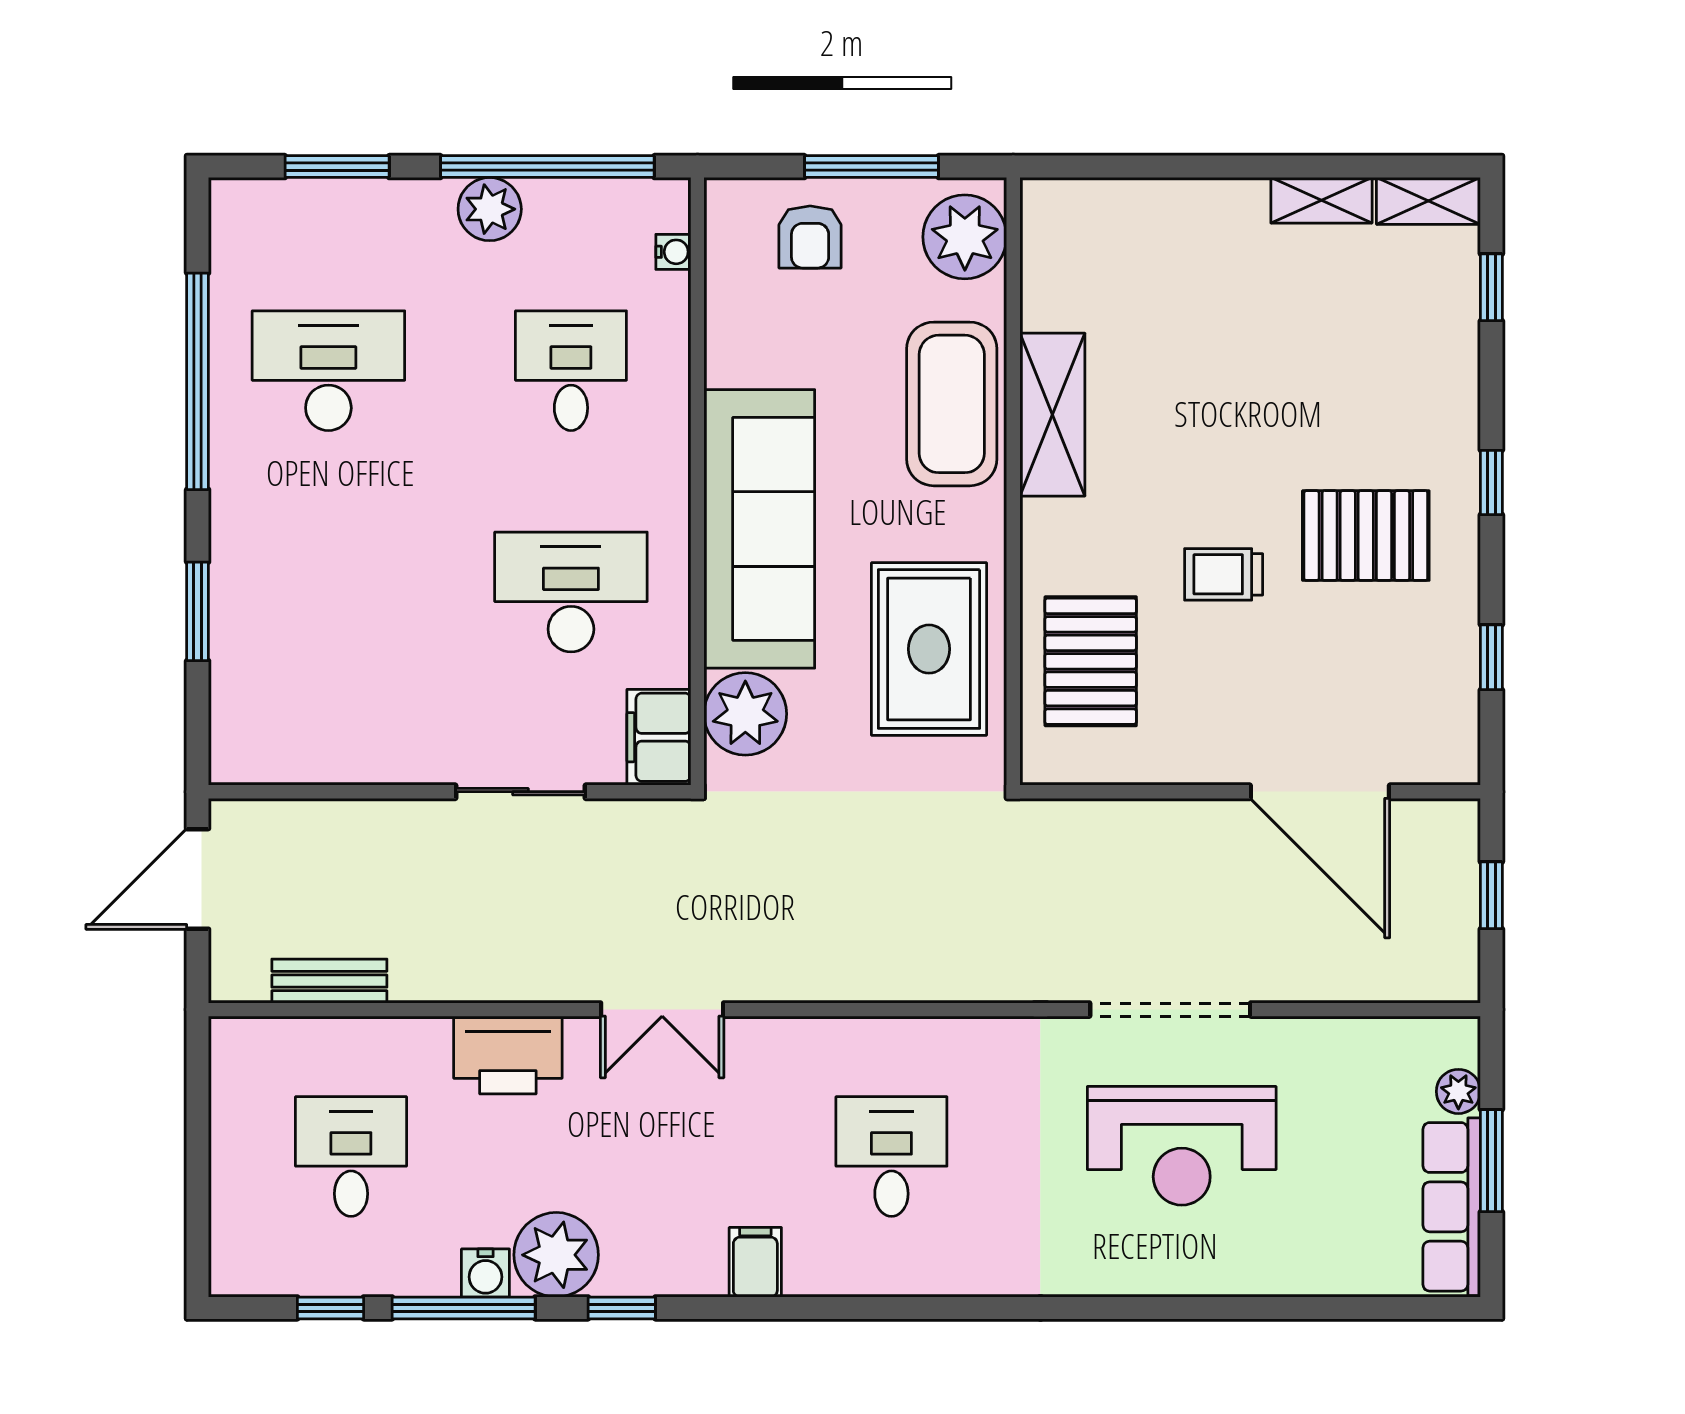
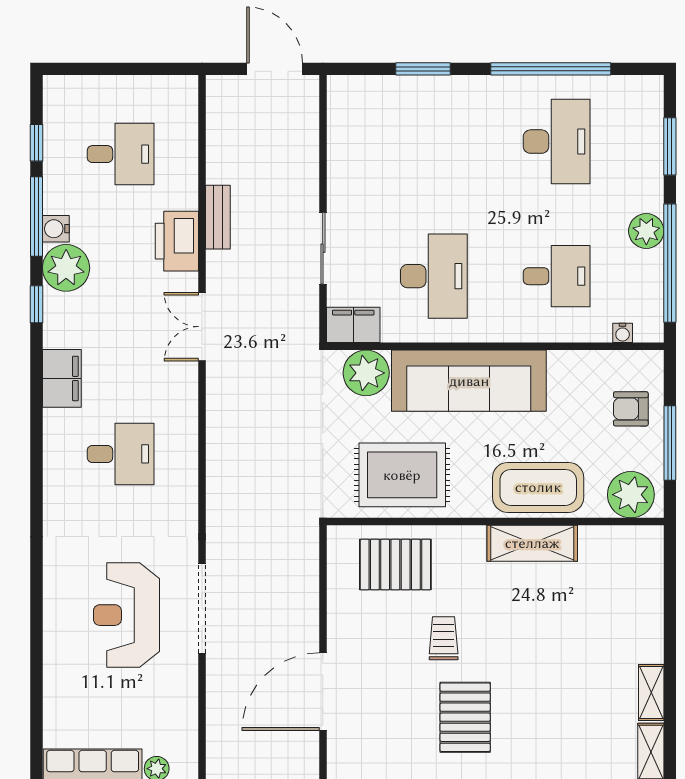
bench: (329, 981) -> (218, 217), moved
filing cabinet: (755, 1262) -> (62, 378), width x2.00

